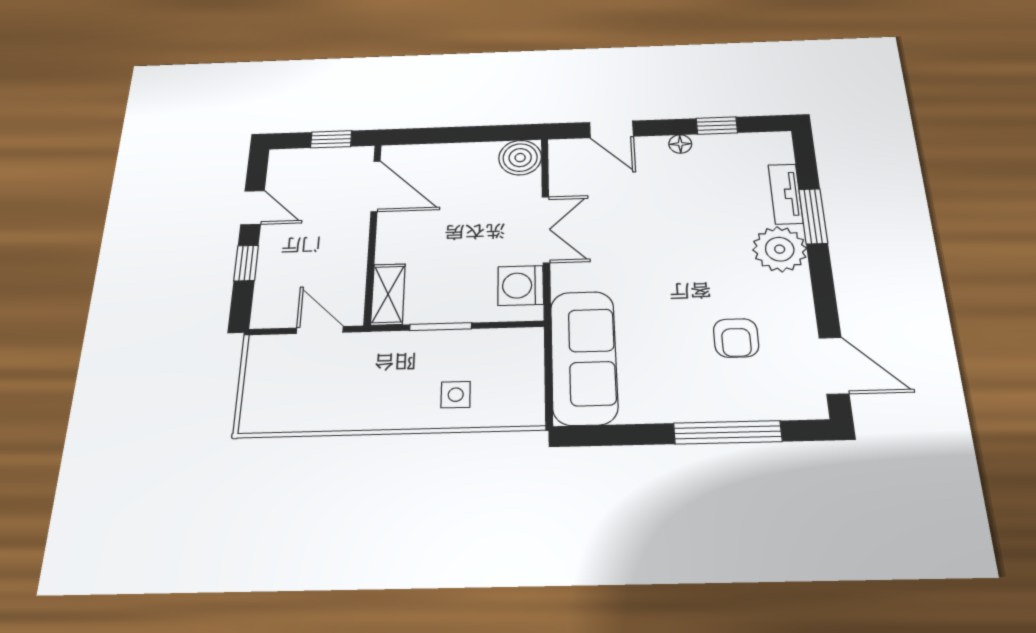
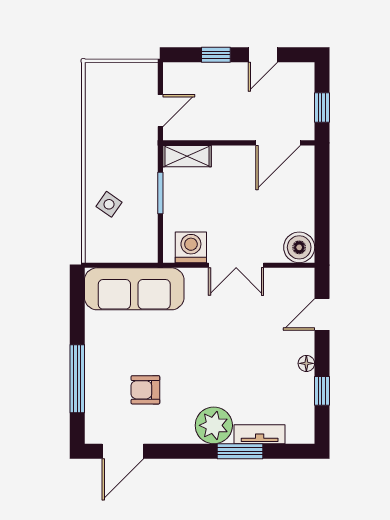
side table: (456, 395) -> (109, 204), turned 35

